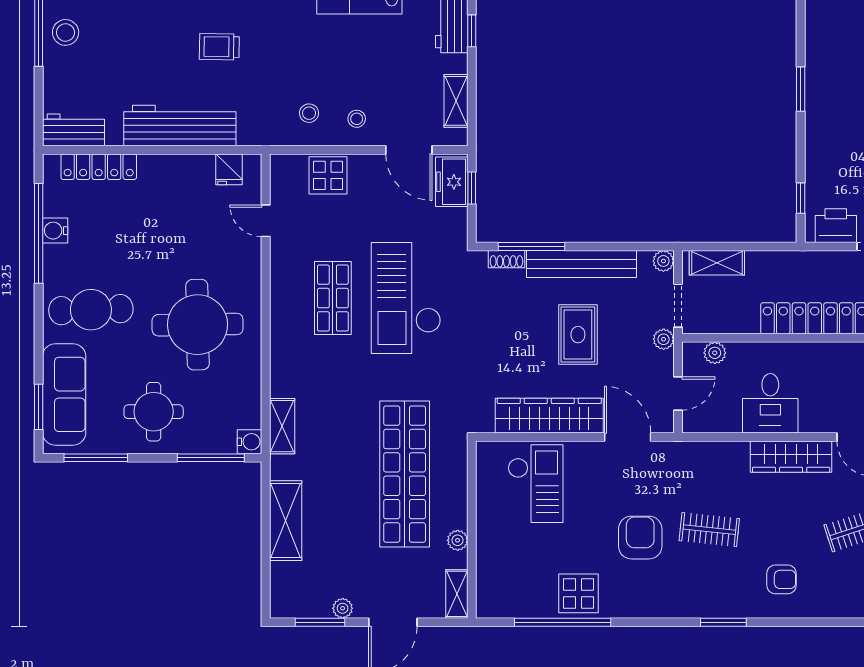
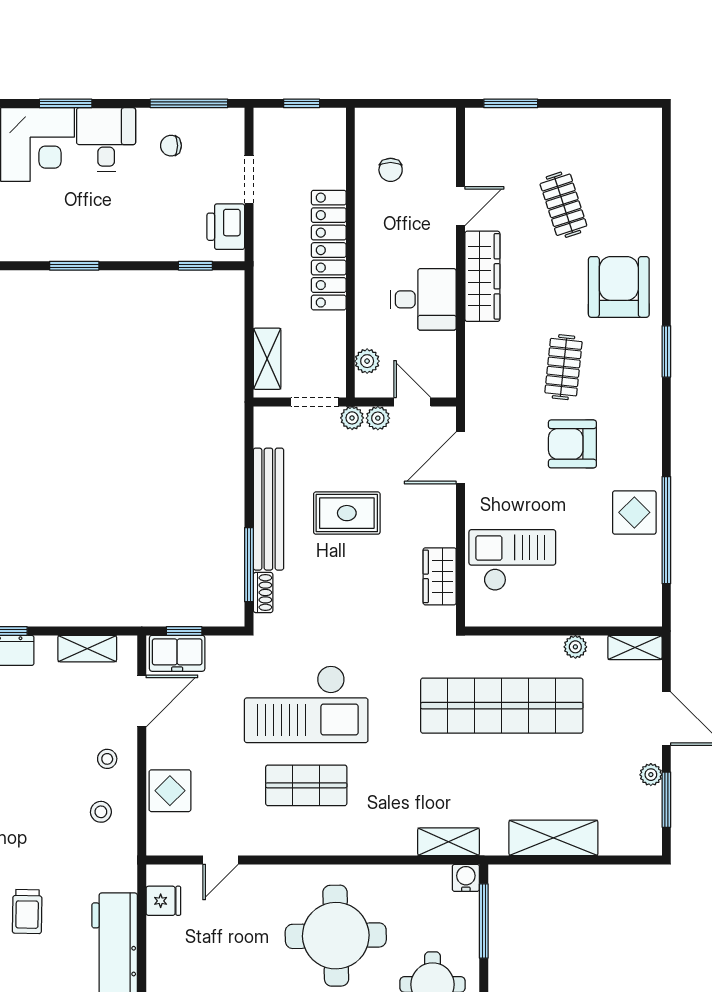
plant: (663, 261) -> (378, 418), moved
wardrobe: (549, 416) -> (440, 576), width x0.48, depth x0.85
armchair: (781, 579) -> (619, 287), width x1.88, depth x1.88

